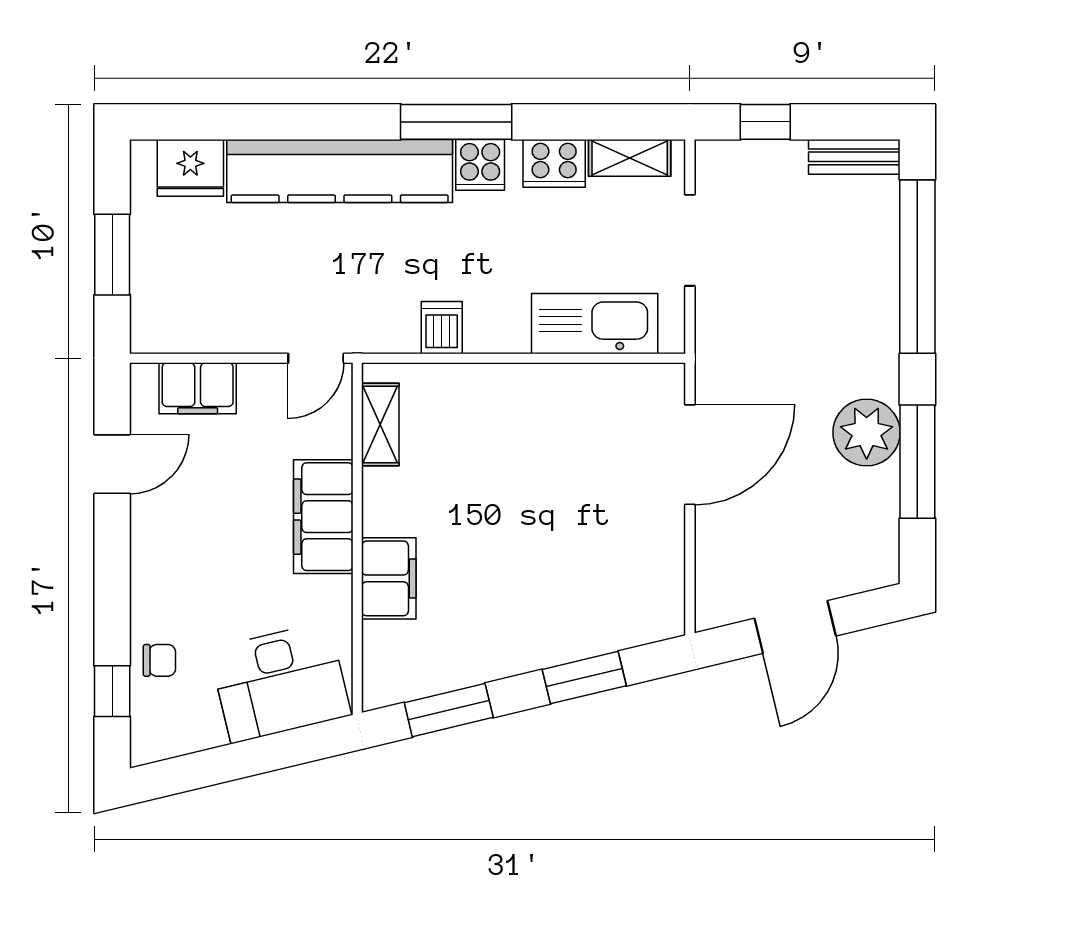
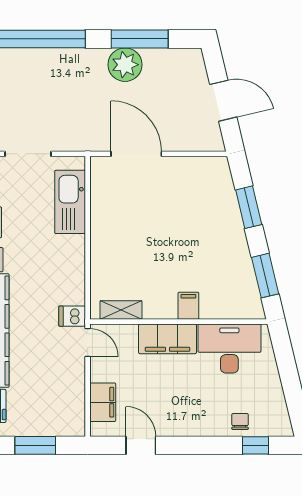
dishwasher: (442, 328) -> (72, 316), moved
filing cabinet: (389, 578) -> (188, 306), width x0.50
desk: (280, 682) -> (229, 349), moved, turned -77

